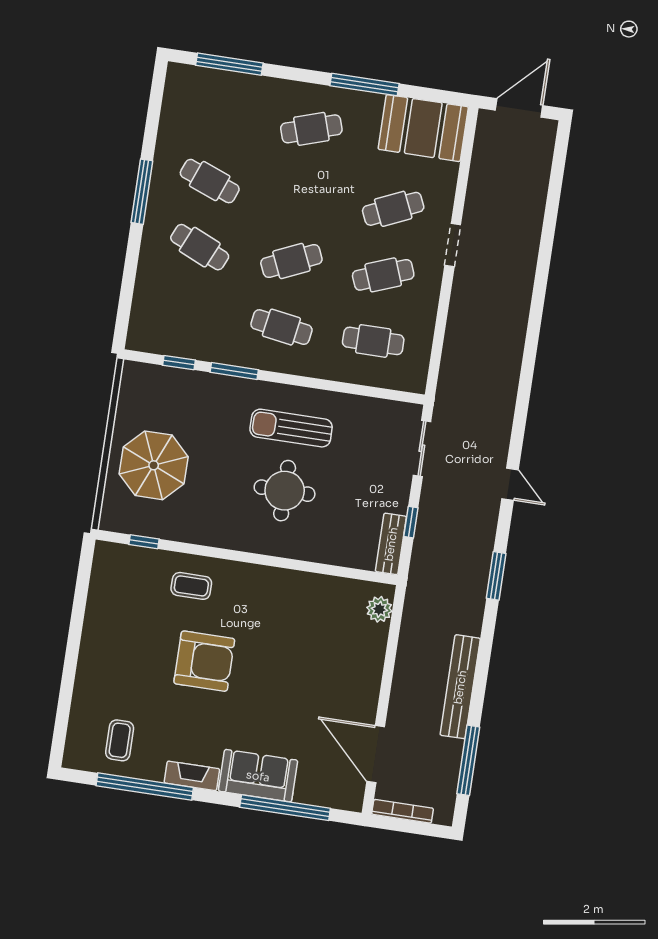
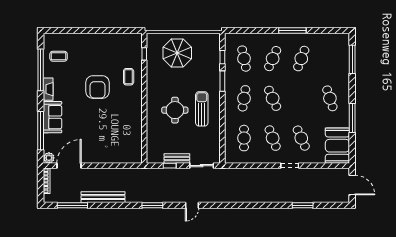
window: (549, 229) -> (303, 205), added
cafe table: (190, 313) -> (244, 59), added
bench: (391, 544) -> (177, 159), moved
plant: (379, 609) -> (49, 158), moved

